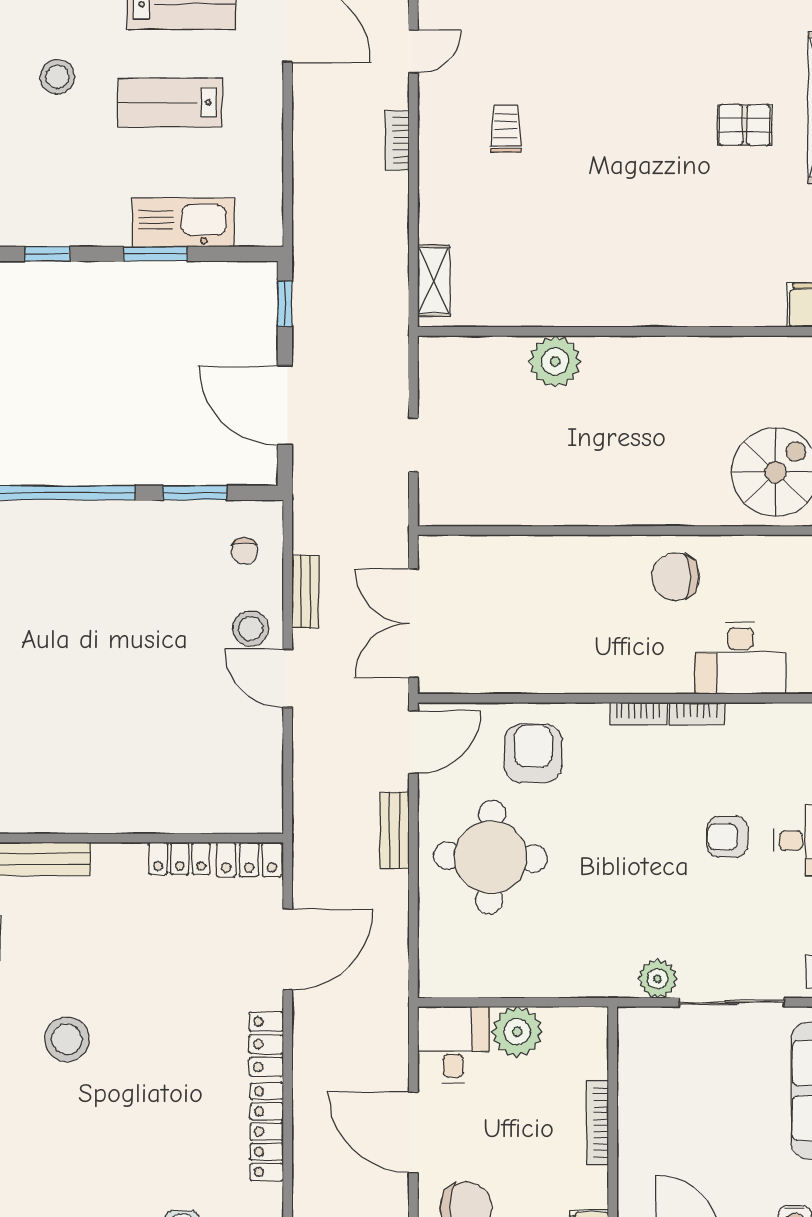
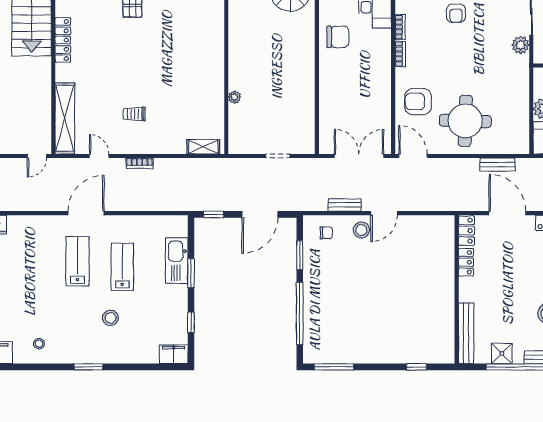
lab bench: (170, 103) -> (122, 267), turned 180
plant: (555, 361) -> (234, 97), width x0.53, depth x0.53
chair: (676, 577) -> (338, 37), turned -90
double door: (413, 623) -> (359, 156), swing flipped
bench: (395, 830) -> (497, 165), moved

